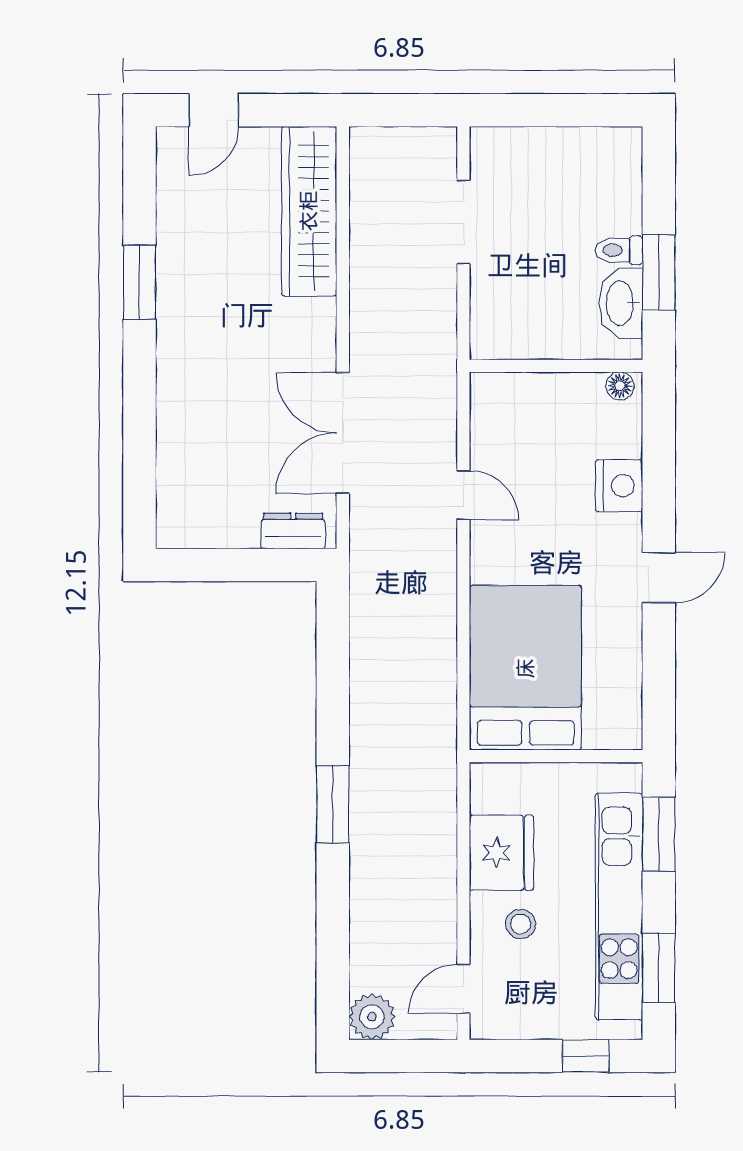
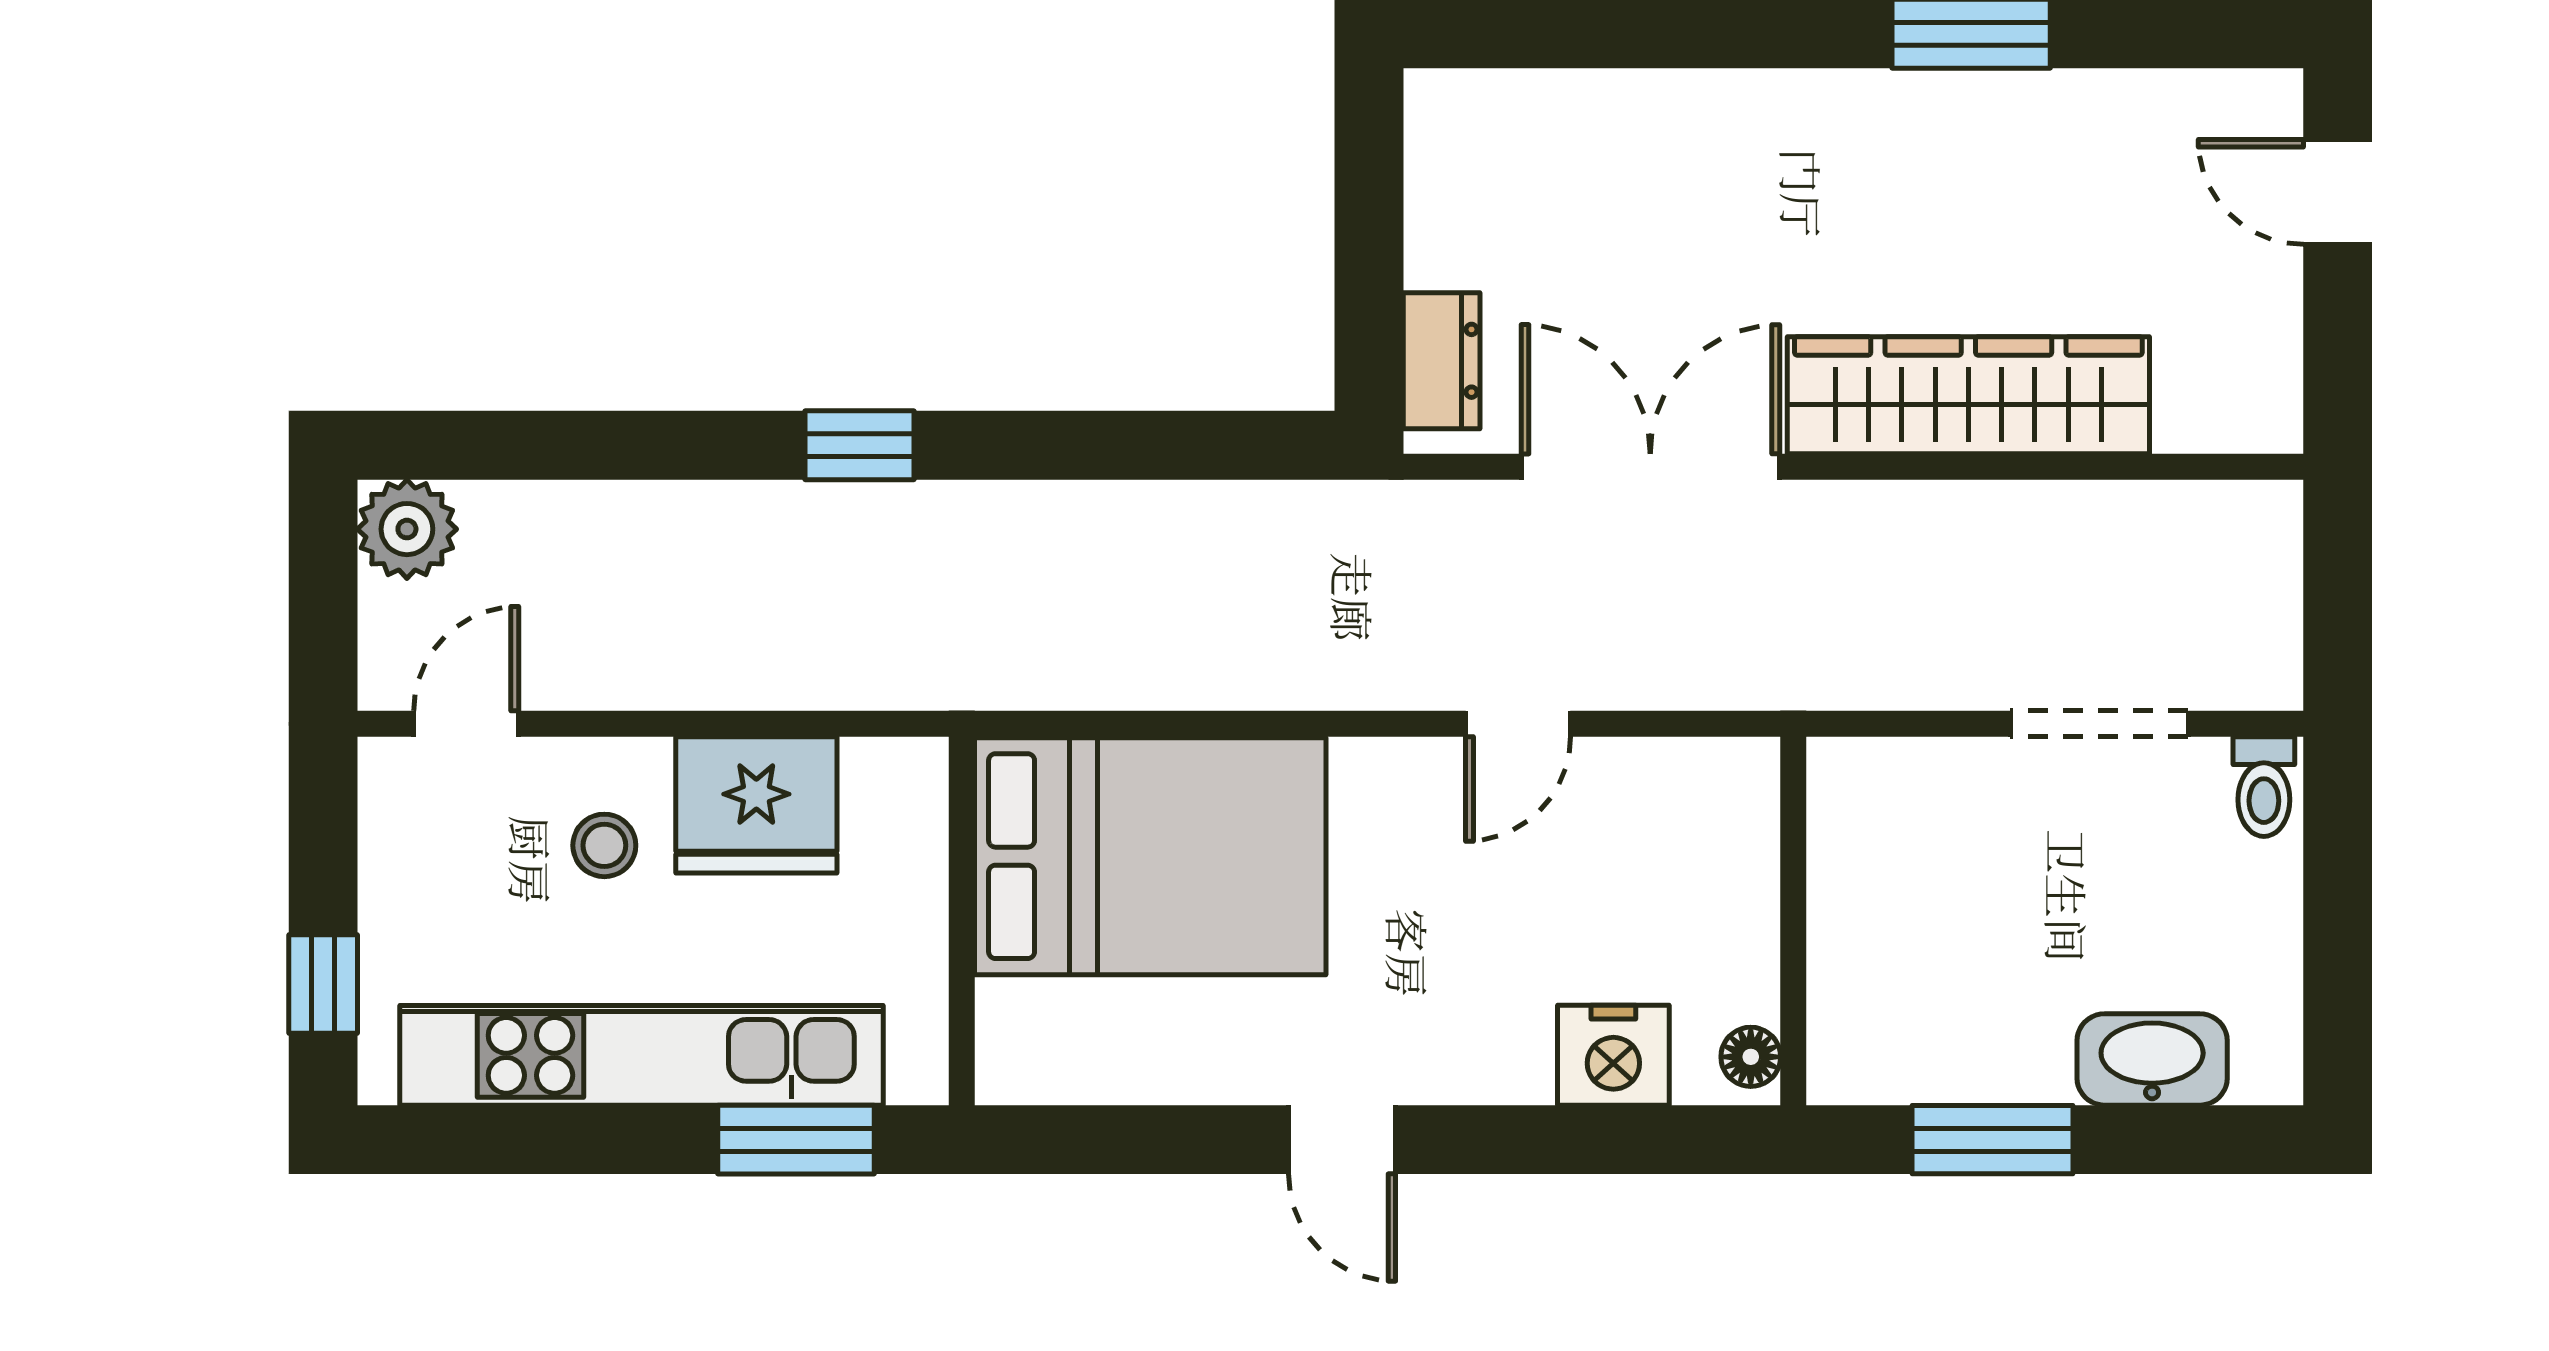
wardrobe: (309, 211) -> (1968, 395), moved
toilet: (619, 250) -> (2264, 787), moved, turned 180
washbasin: (621, 303) -> (2152, 1059), moved
nightstand: (619, 486) -> (1613, 1055), moved
window: (333, 804) -> (860, 445), width x0.67
window: (659, 968) -> (511, 1140), removed
door: (463, 989) -> (466, 724), hinge flipped

